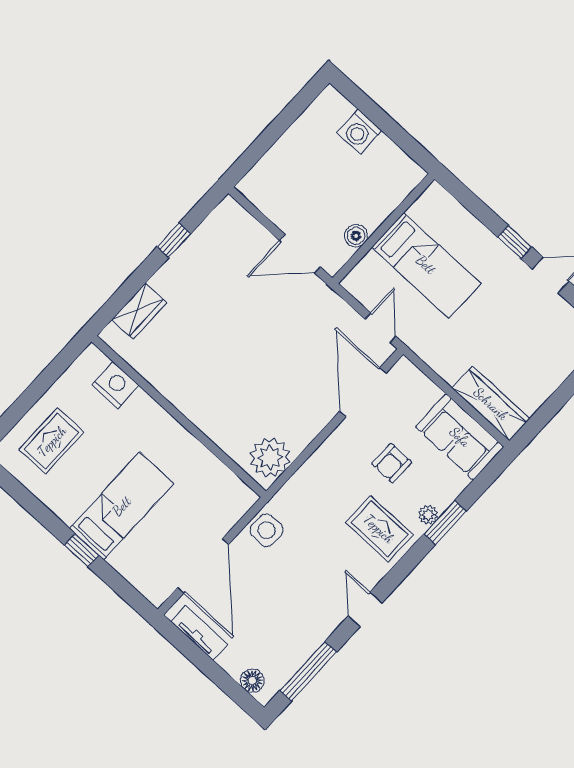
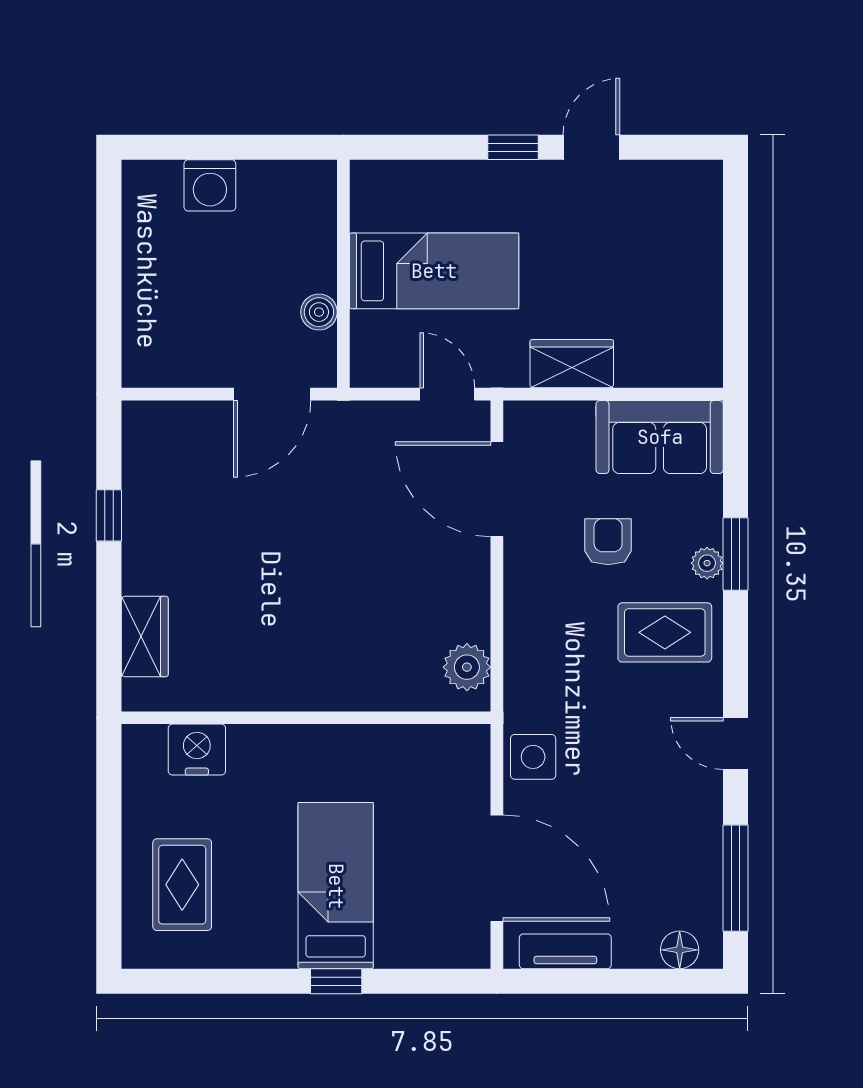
wardrobe: (491, 404) -> (572, 364), moved, width x0.67
plant: (270, 457) -> (467, 667), width x0.73, depth x0.73
armchair: (392, 463) -> (608, 542), turned 180

